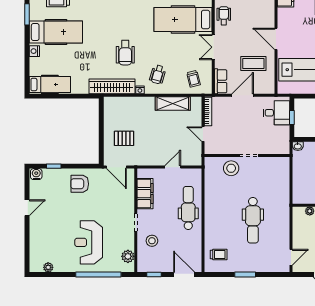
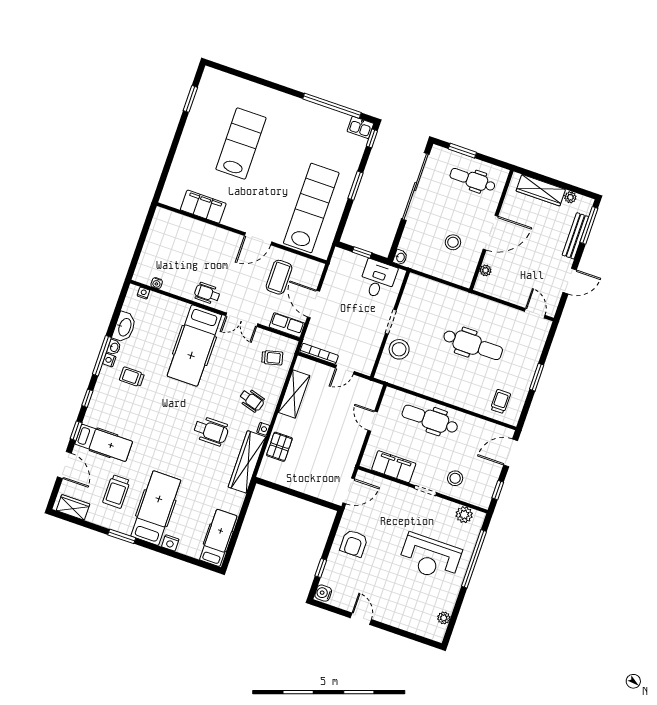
desk: (276, 113) -> (378, 279), moved
pallet: (124, 138) -> (279, 447), moved

